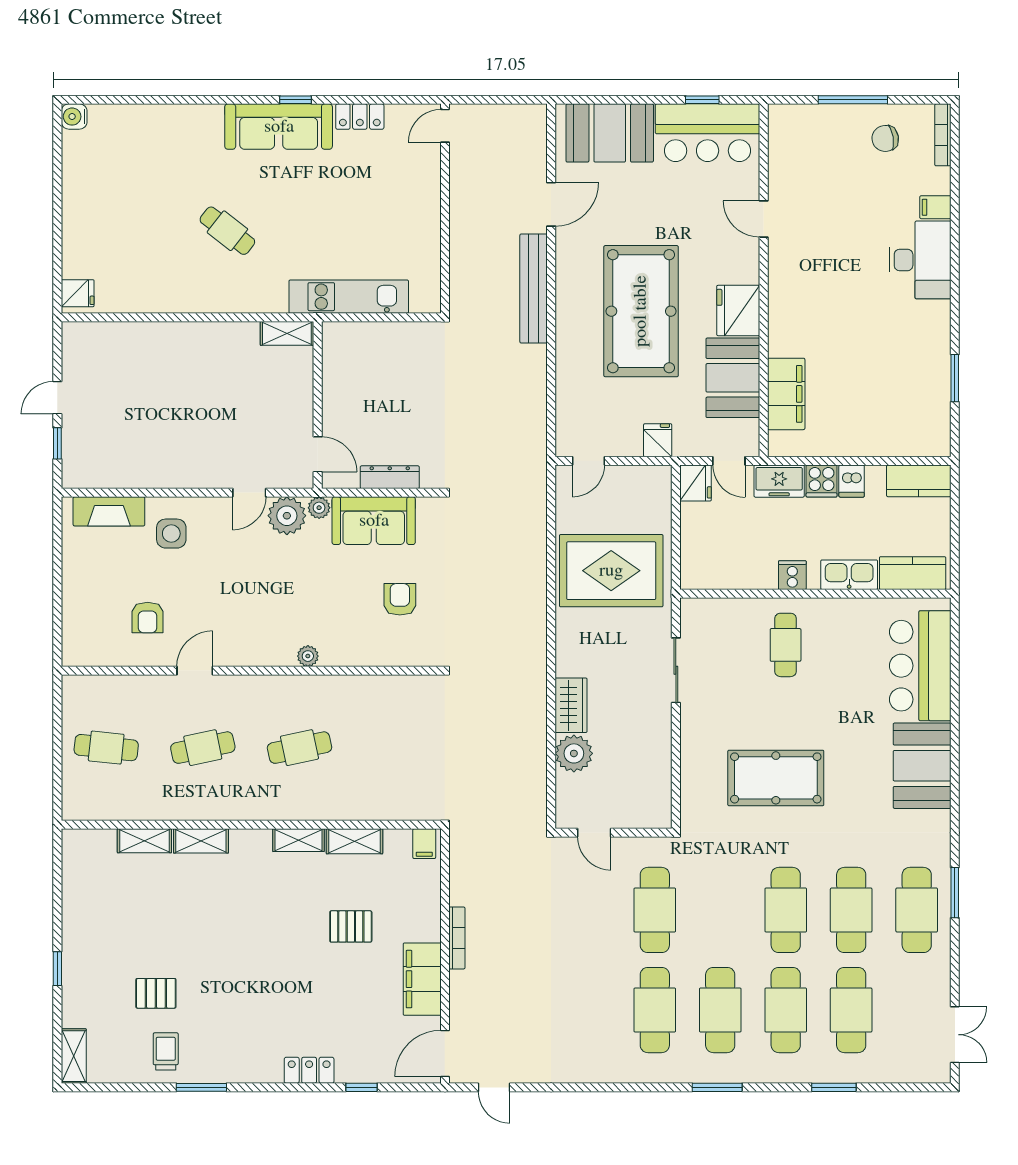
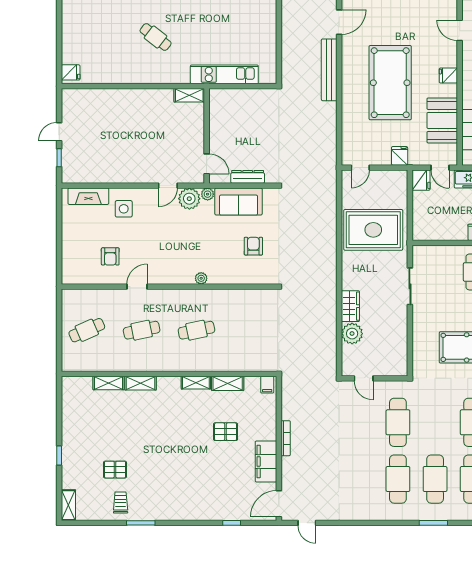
fridge: (738, 310) -> (448, 76), width x0.53, depth x0.75
cafe table: (106, 748) -> (87, 330), turned -30
locker: (309, 1070) -> (202, 513), removed

